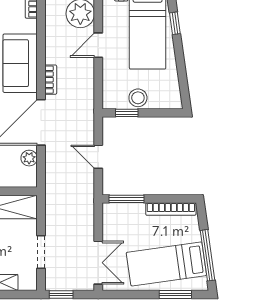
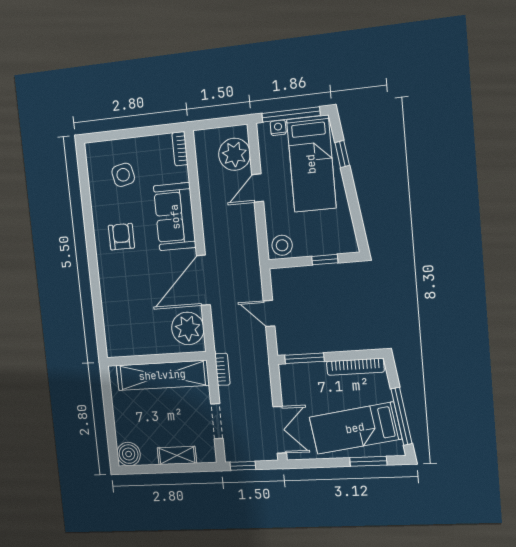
bookcase: (51, 80) -> (222, 369), moved
stool: (138, 98) -> (282, 245), moved
window: (127, 113) -> (325, 260), moved
plant: (29, 158) -> (188, 328), width x1.87, depth x1.87

